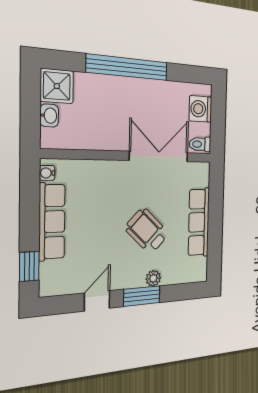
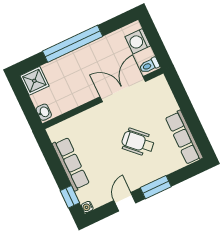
washbasin: (49, 115) -> (44, 112), moved
water cooler: (47, 173) -> (87, 207), moved
row of seats: (199, 222) -> (184, 137), moved
plant: (153, 278) -> (159, 172), removed

